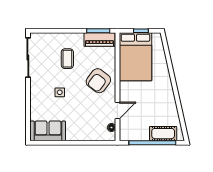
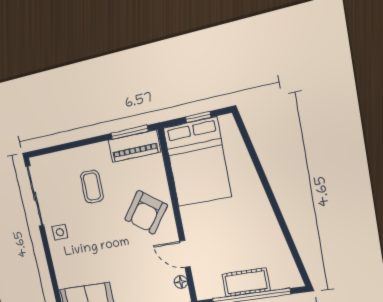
side table: (60, 92) -> (60, 232), moved
door: (117, 110) -> (185, 254), swing flipped
cot: (163, 134) -> (246, 282), moved

